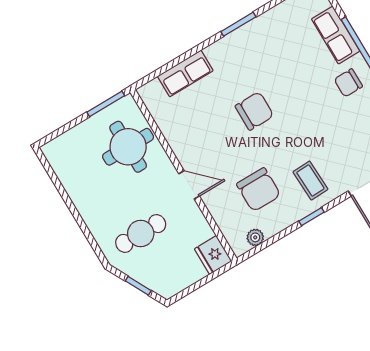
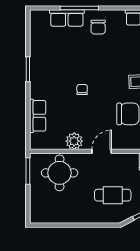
chair: (254, 111) -> (82, 90), width x0.54, depth x0.54
plant: (181, 141) -> (74, 141), added
cafe table: (141, 234) -> (113, 195), turned 90

